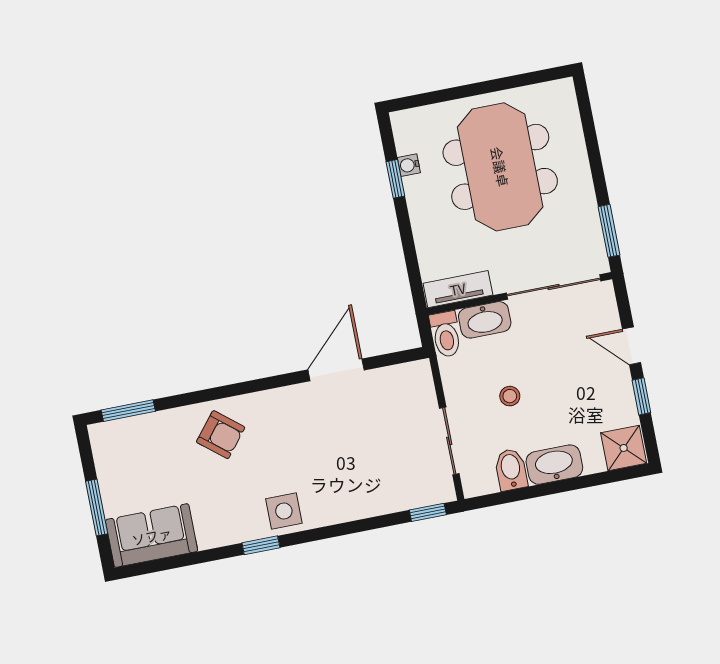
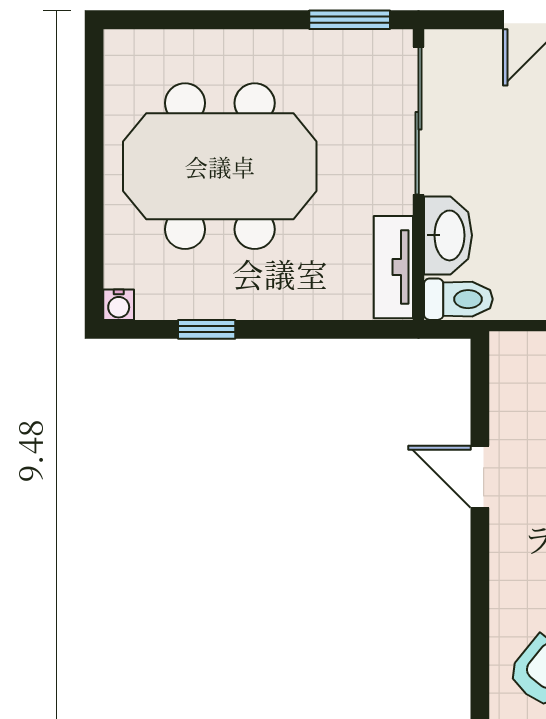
water cooler: (409, 165) -> (119, 305), moved
door: (336, 370) -> (480, 477), width x0.73

